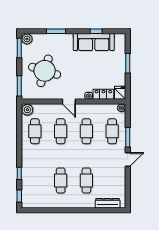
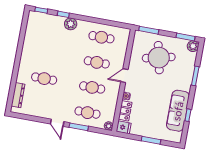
round table: (45, 71) -> (159, 58), turned -30
plant: (27, 110) -> (71, 24), moved
cafe table: (61, 180) -> (49, 53), removed

